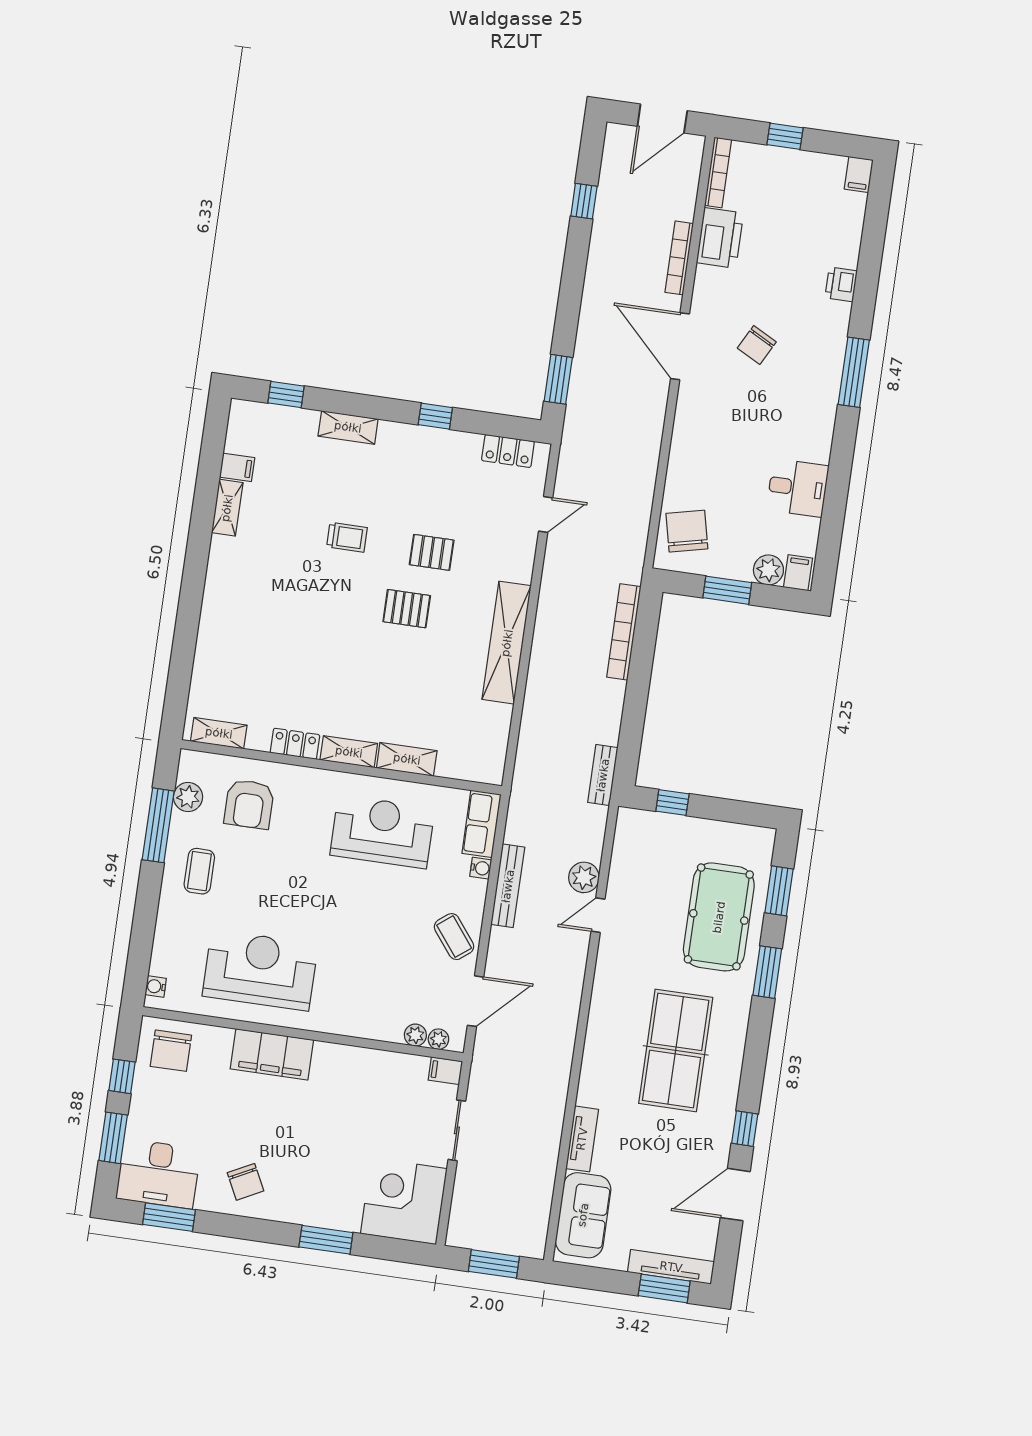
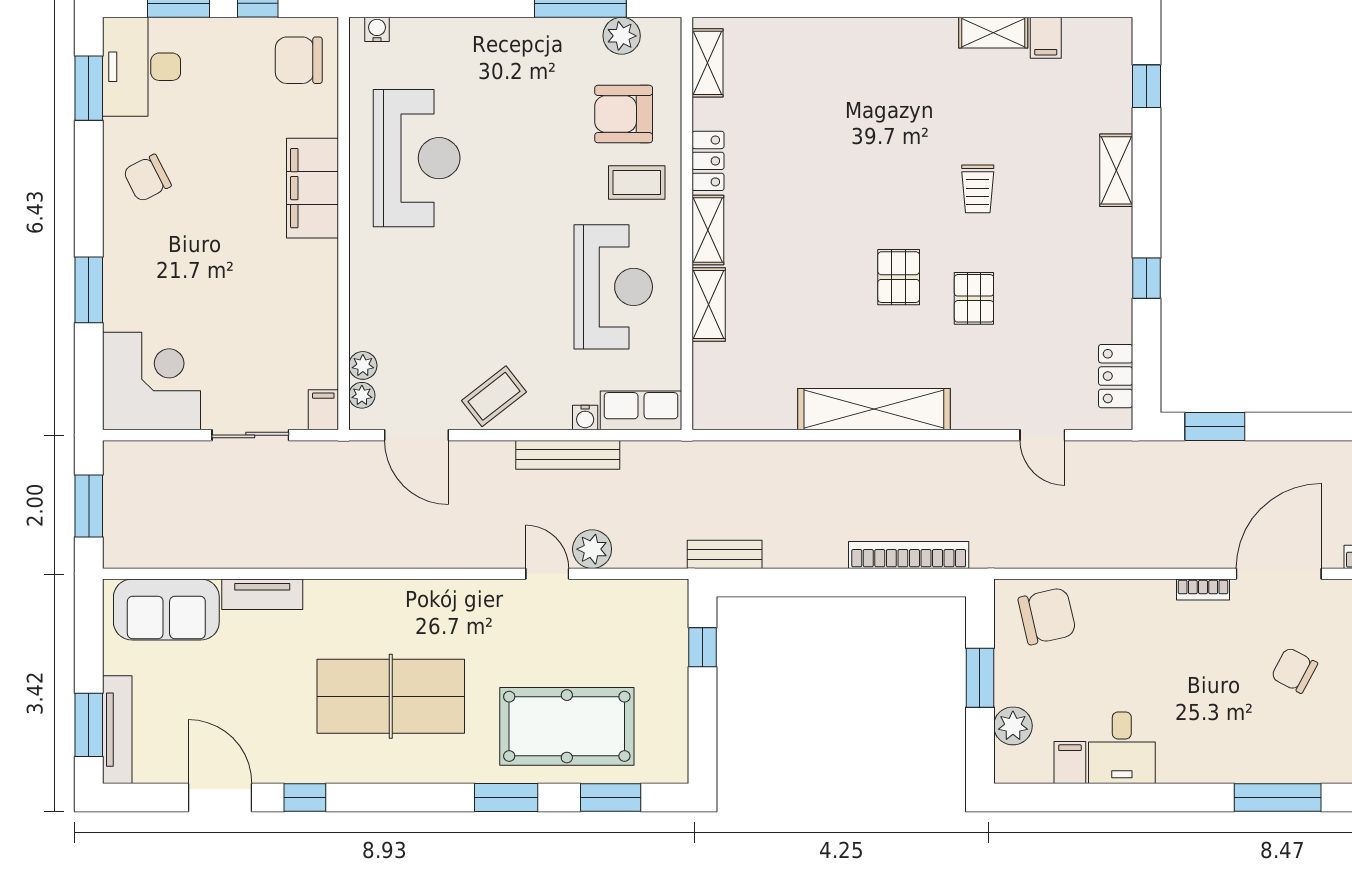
bookcase: (684, 407) -> (1203, 590), added
filing cabinet: (798, 573) -> (1070, 762), moved, turned -90
coffee table: (199, 871) -> (637, 182), moved

